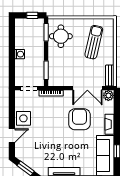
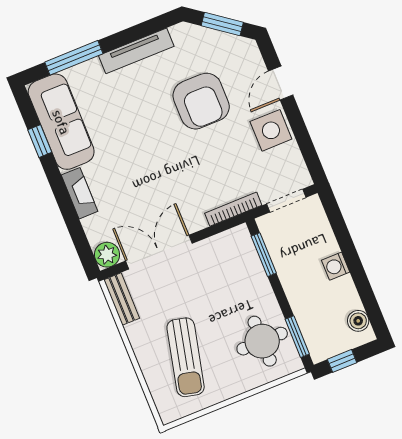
boiler: (19, 29) -> (358, 321), added
armchair: (79, 119) -> (201, 101), moved

